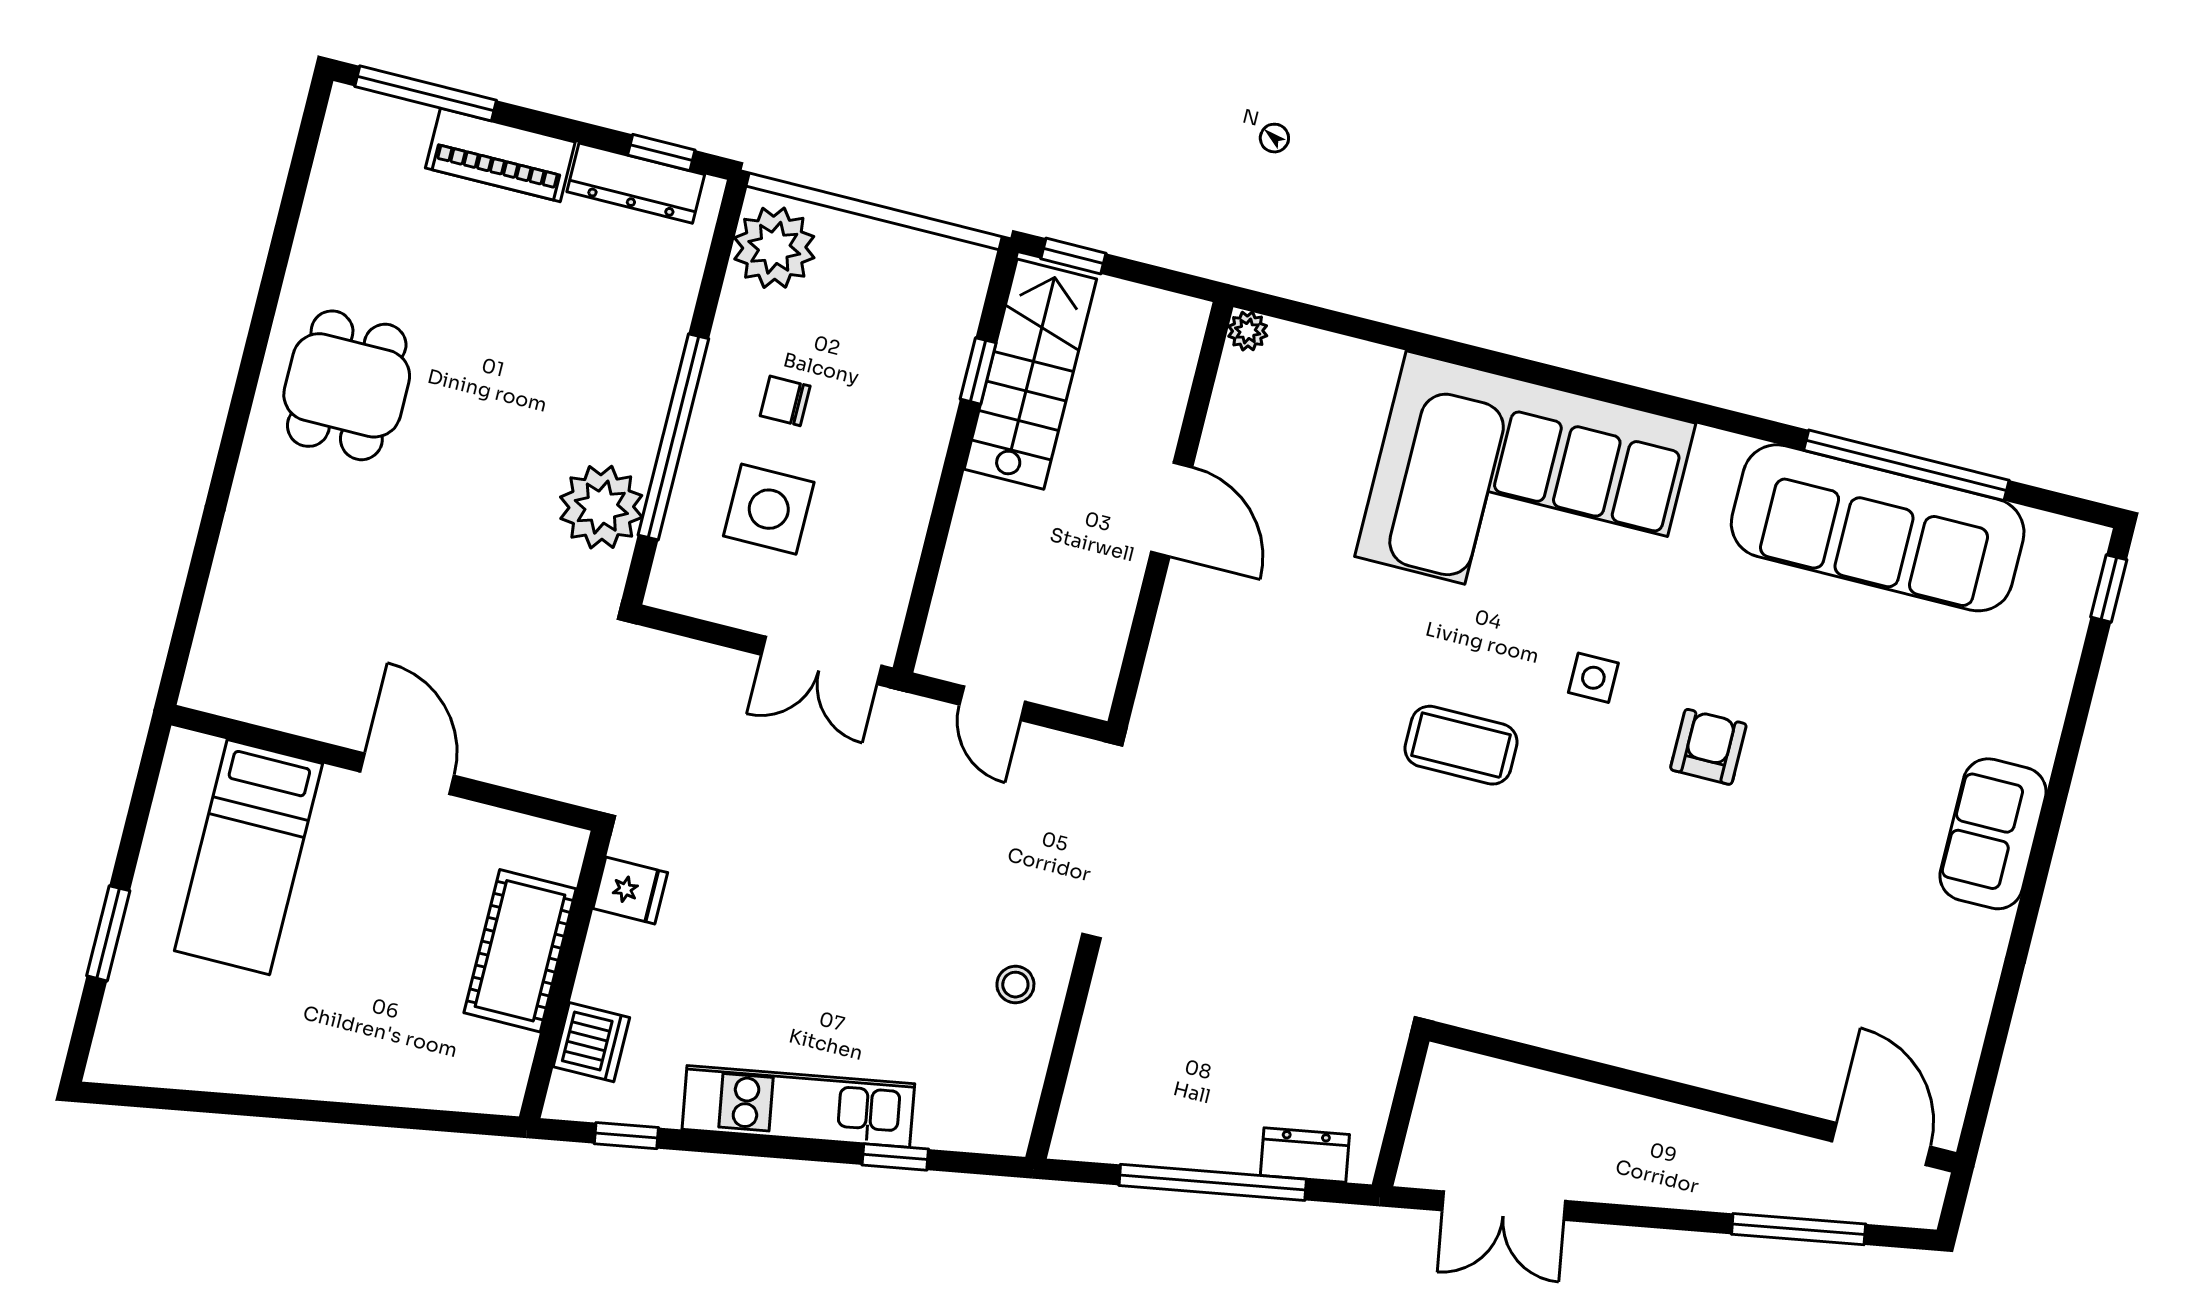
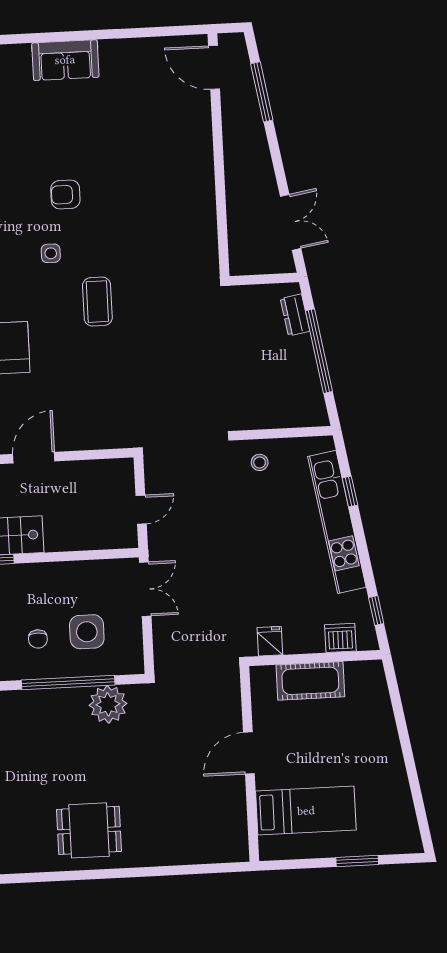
kitchen unit: (798, 1106) -> (337, 522), width x1.36
door: (1881, 1144) -> (214, 67), hinge flipped

